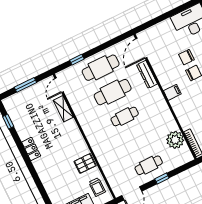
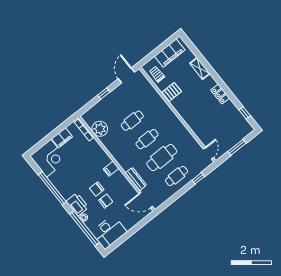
door: (141, 48) -> (146, 200), swing flipped
cafe table: (101, 68) -> (177, 176), width x0.73, depth x0.74
shelving: (63, 109) -> (200, 68), moved
cafe table: (149, 165) -> (132, 121), moved

